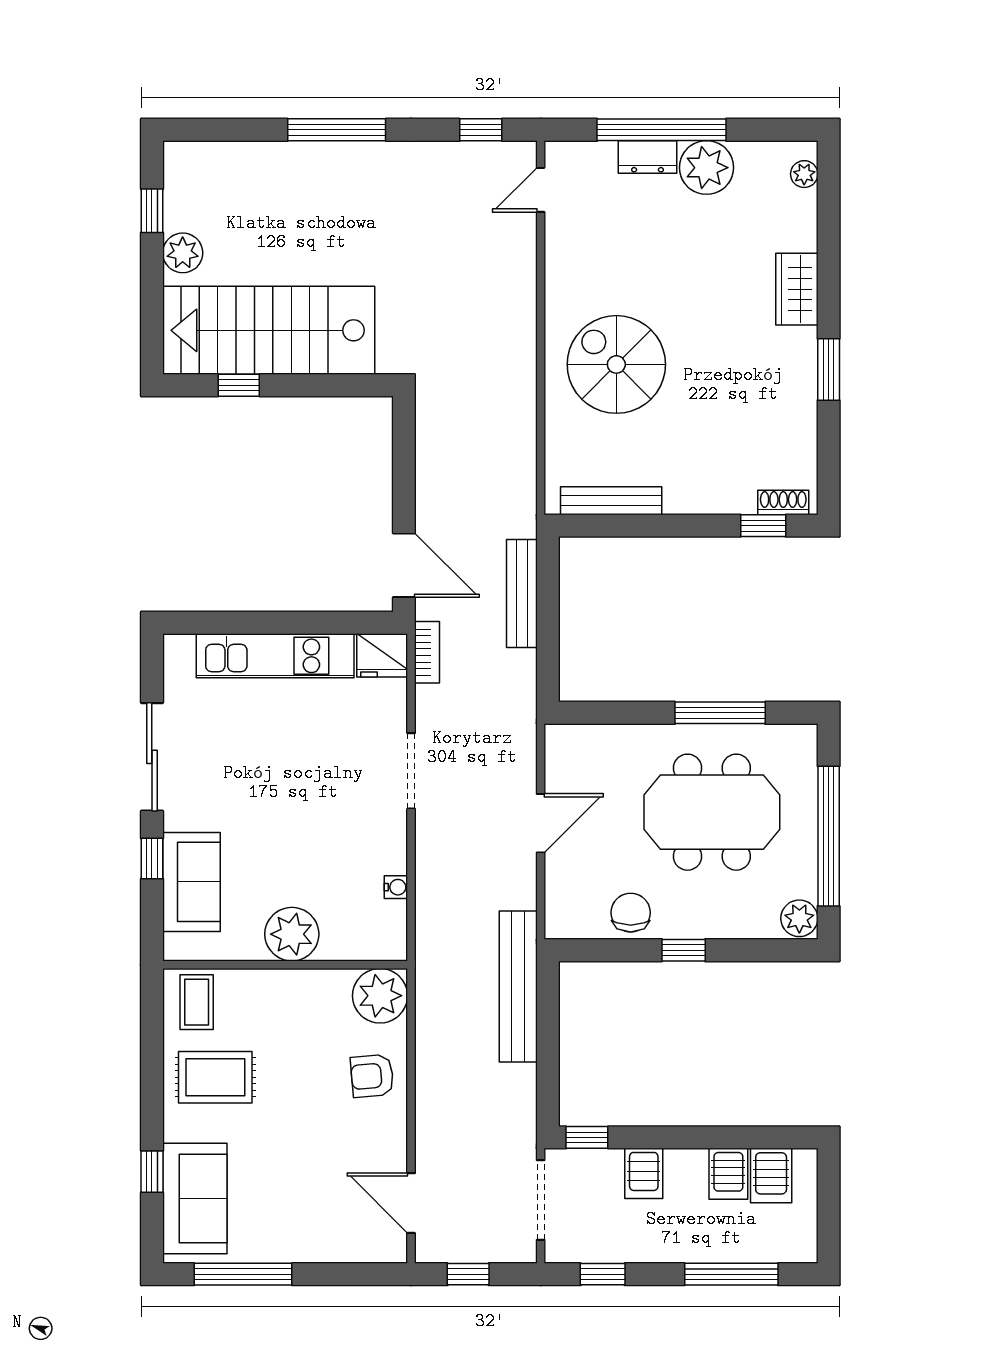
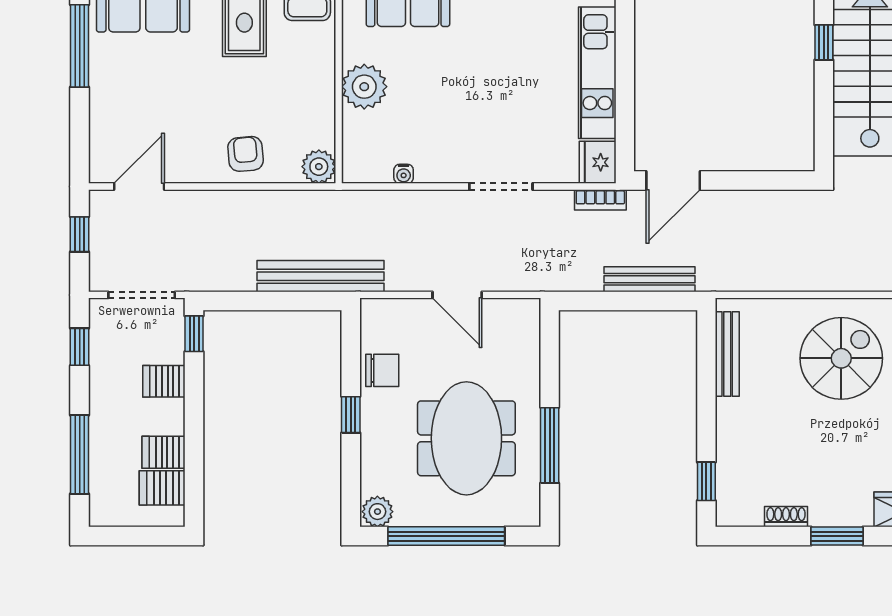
shoe rack: (783, 502) -> (786, 517), moved, turned -90
plant: (380, 996) -> (319, 167), width x0.73, depth x0.73

